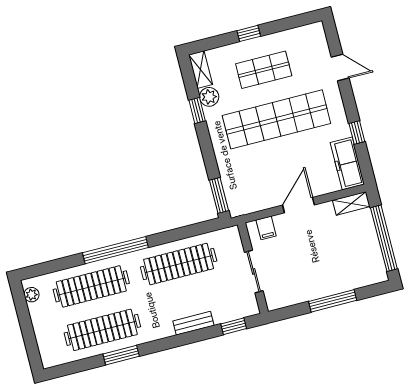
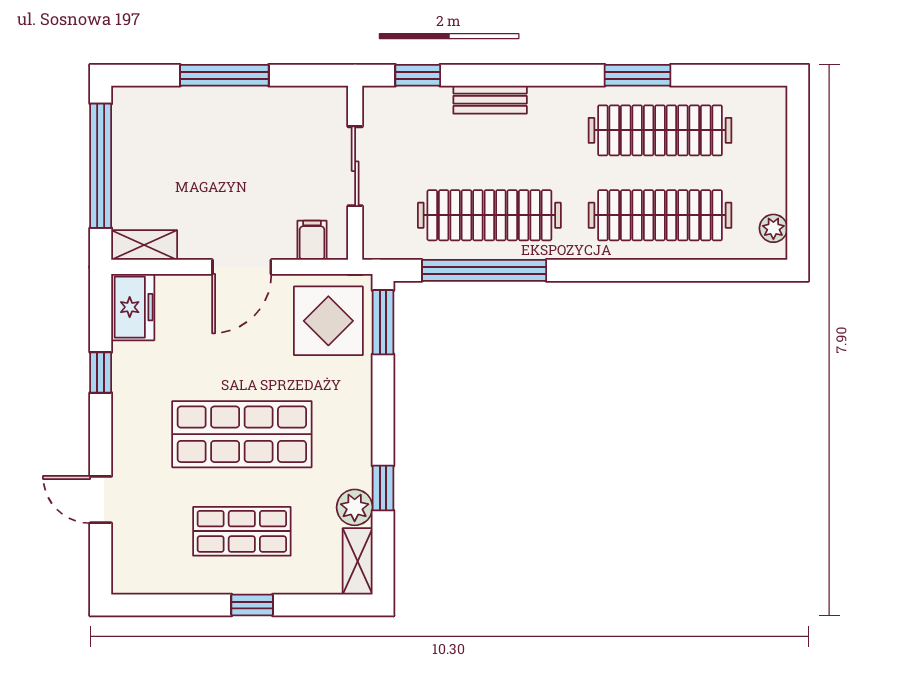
shop shelf: (276, 119) -> (242, 434), width x0.71
freezer: (347, 163) -> (133, 307), width x0.71
display table: (247, 189) -> (328, 321), added
window: (115, 250) -> (484, 270), moved

